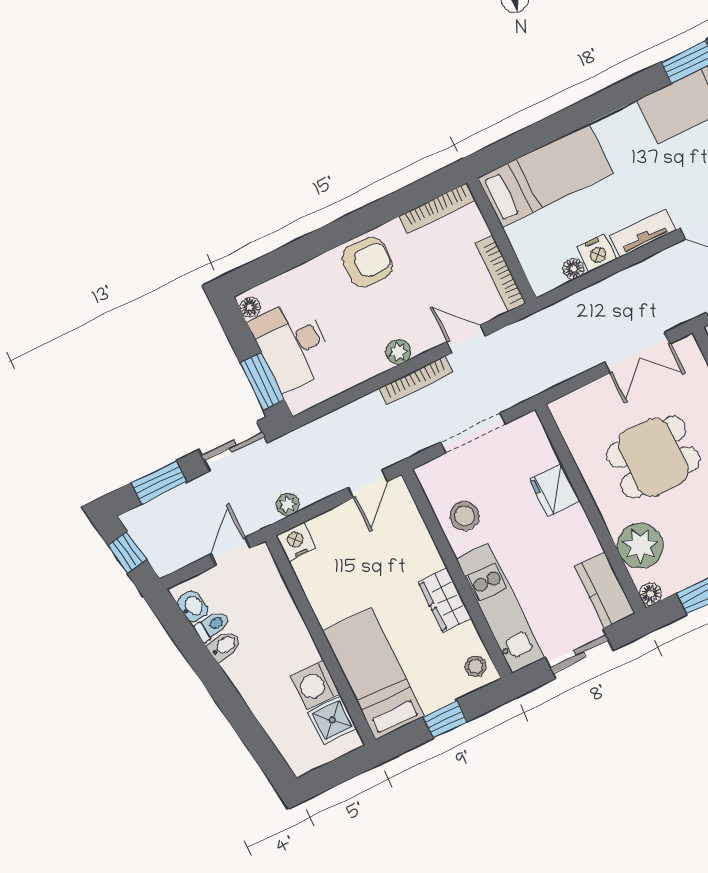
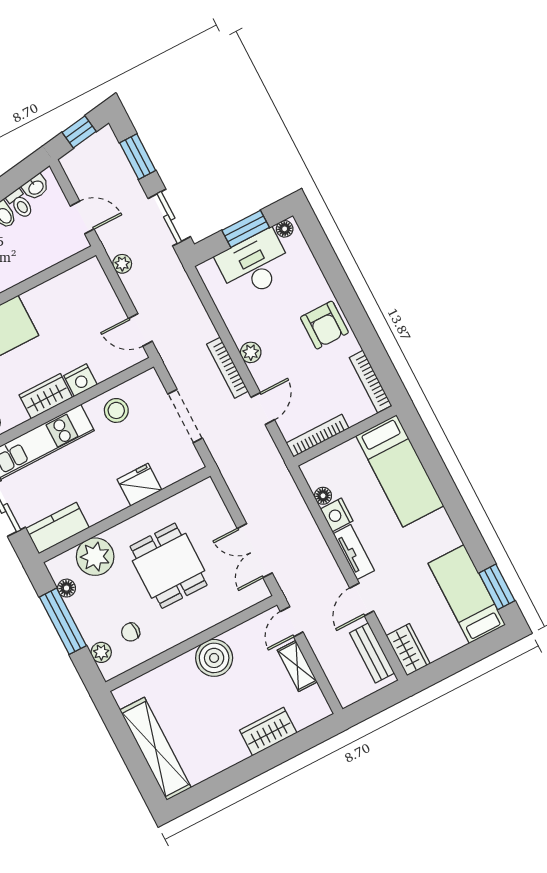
window: (262, 381) -> (246, 229), moved
nightstand: (296, 542) -> (80, 380), moved, turned 90
floor lamp: (651, 594) -> (67, 588), moved

